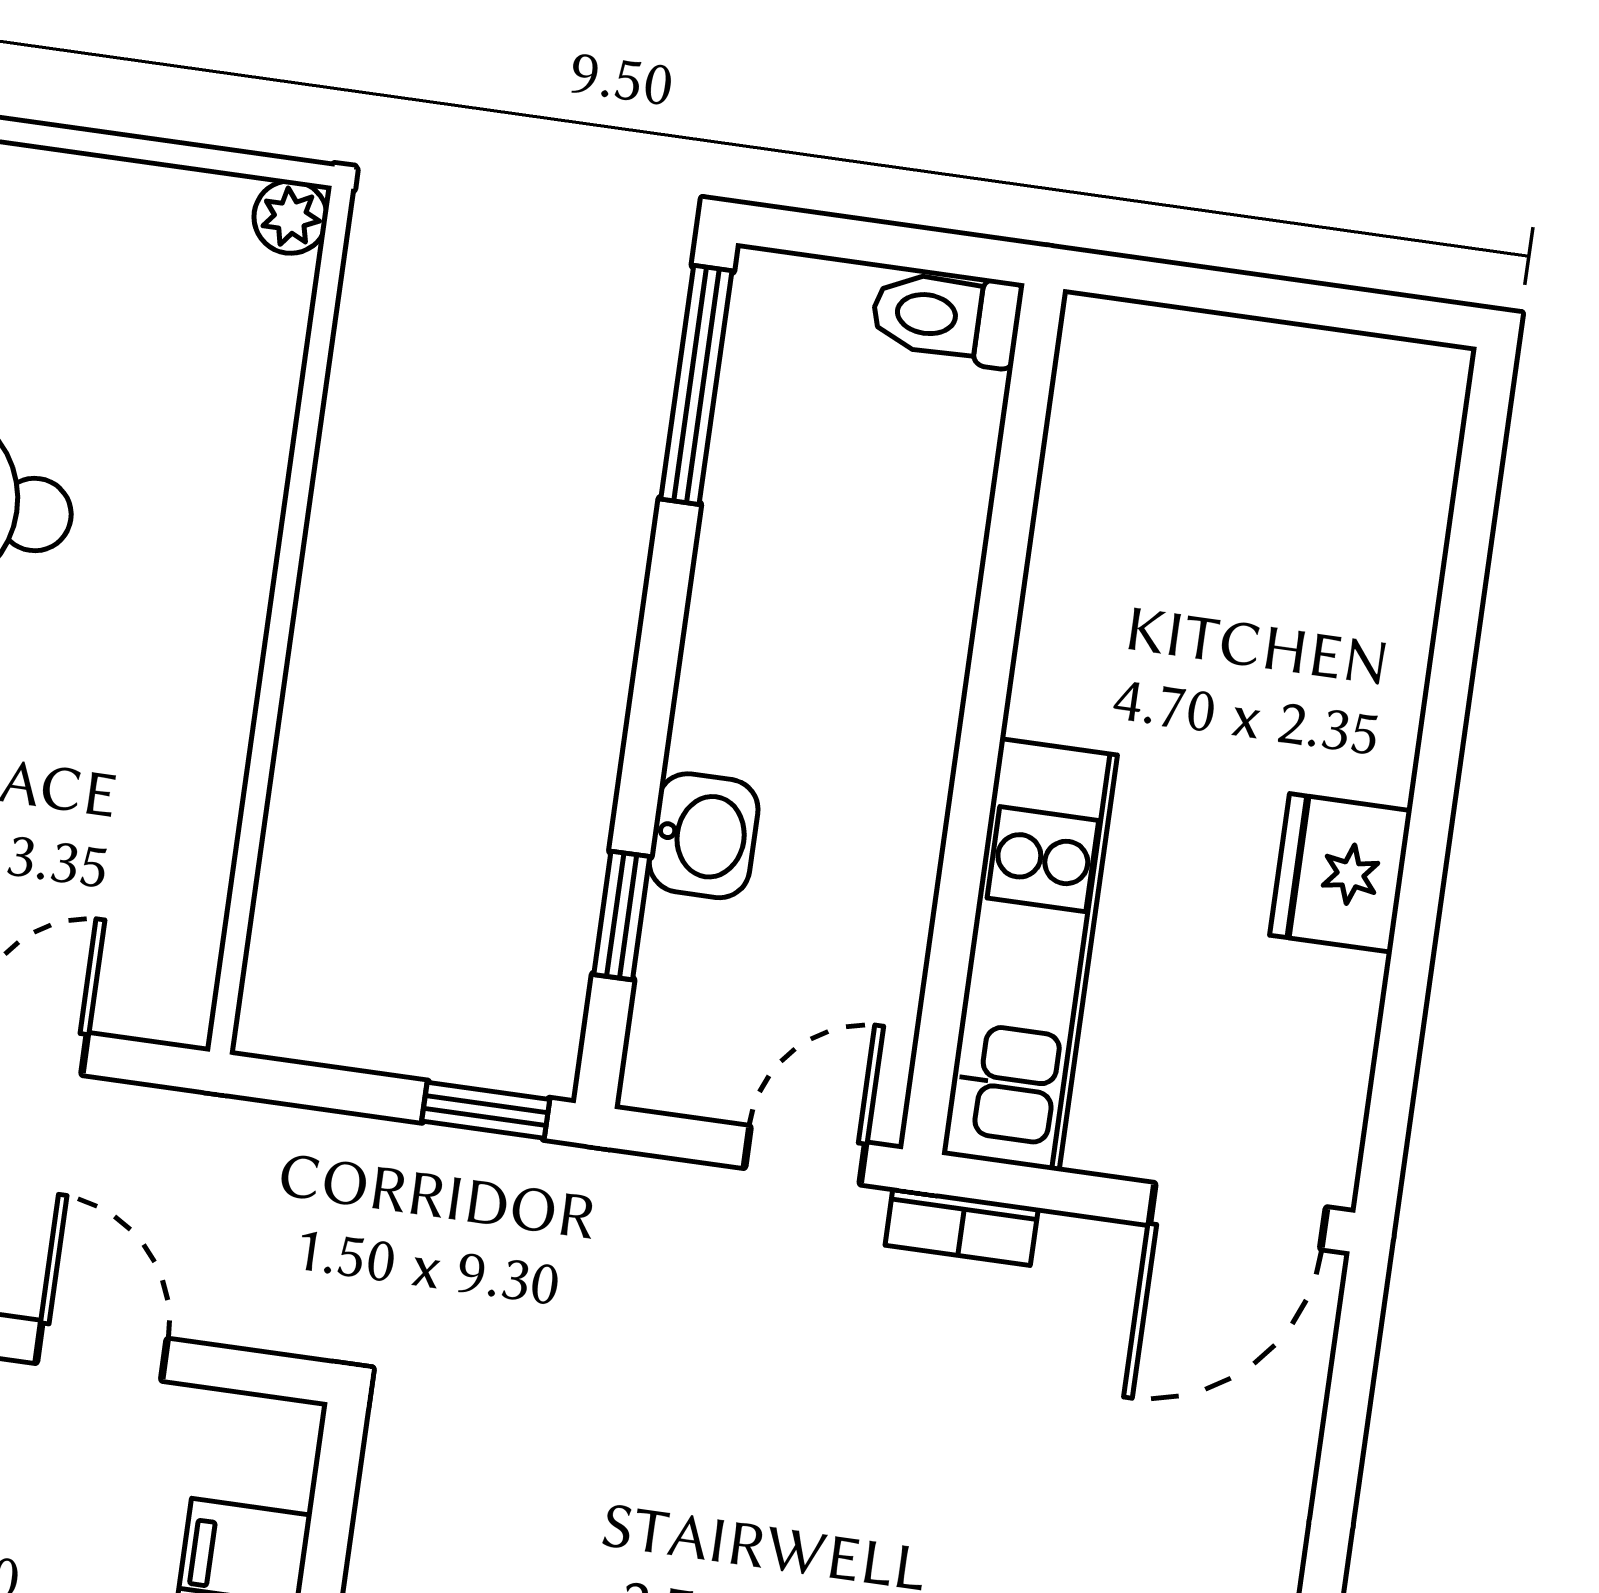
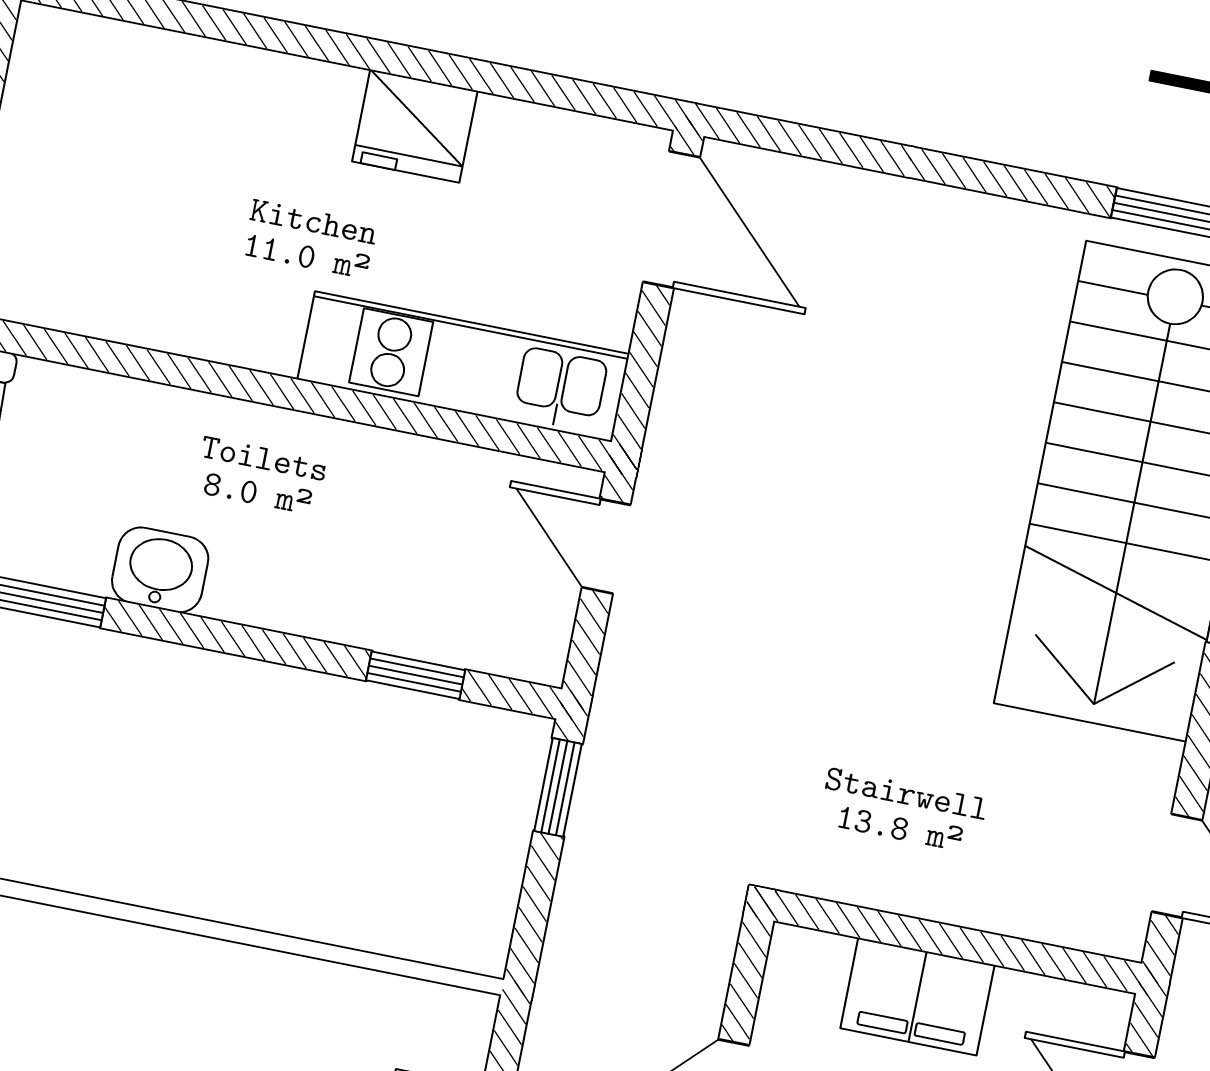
washbasin: (704, 836) -> (160, 570), moved
bookcase: (962, 1226) -> (667, 430), removed

